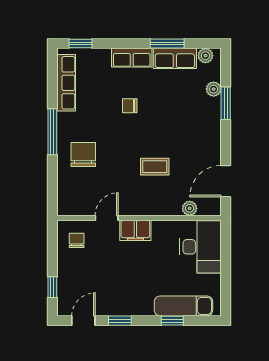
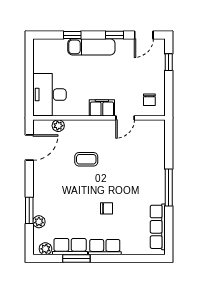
window: (80, 44) -> (146, 259), removed
chair: (83, 155) -> (144, 169), removed
exam couch: (183, 306) -> (91, 47), moved

